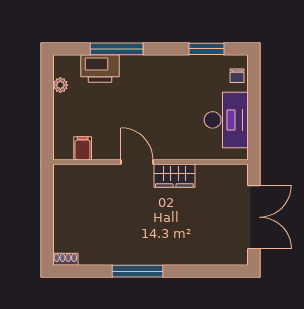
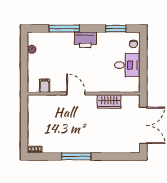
printer: (100, 68) -> (85, 40), moved
desk: (226, 120) -> (127, 65), width x0.73
wardrobe: (174, 176) -> (109, 102), moved

